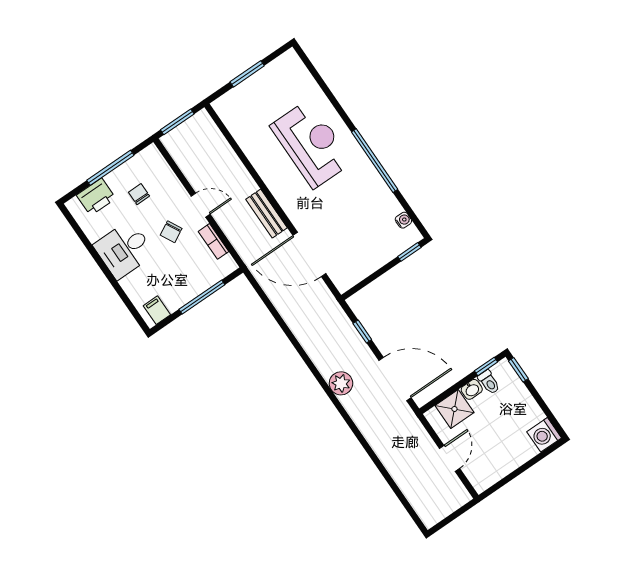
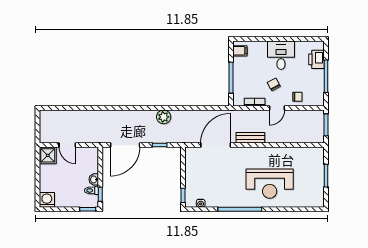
chair: (139, 194) -> (297, 97), moved
plant: (341, 383) -> (164, 117), moved
shower: (454, 409) -> (48, 155), moved

